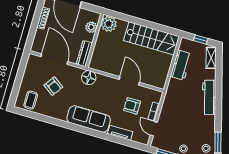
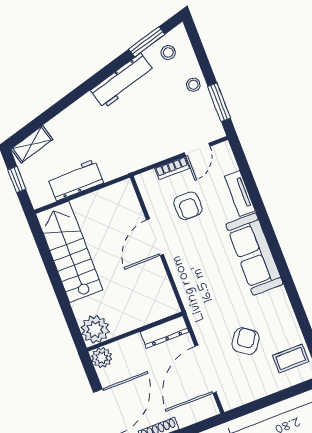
plant: (91, 27) -> (102, 358), moved
floor lamp: (89, 78) -> (195, 299), removed
workbench: (209, 97) -> (122, 81), moved

